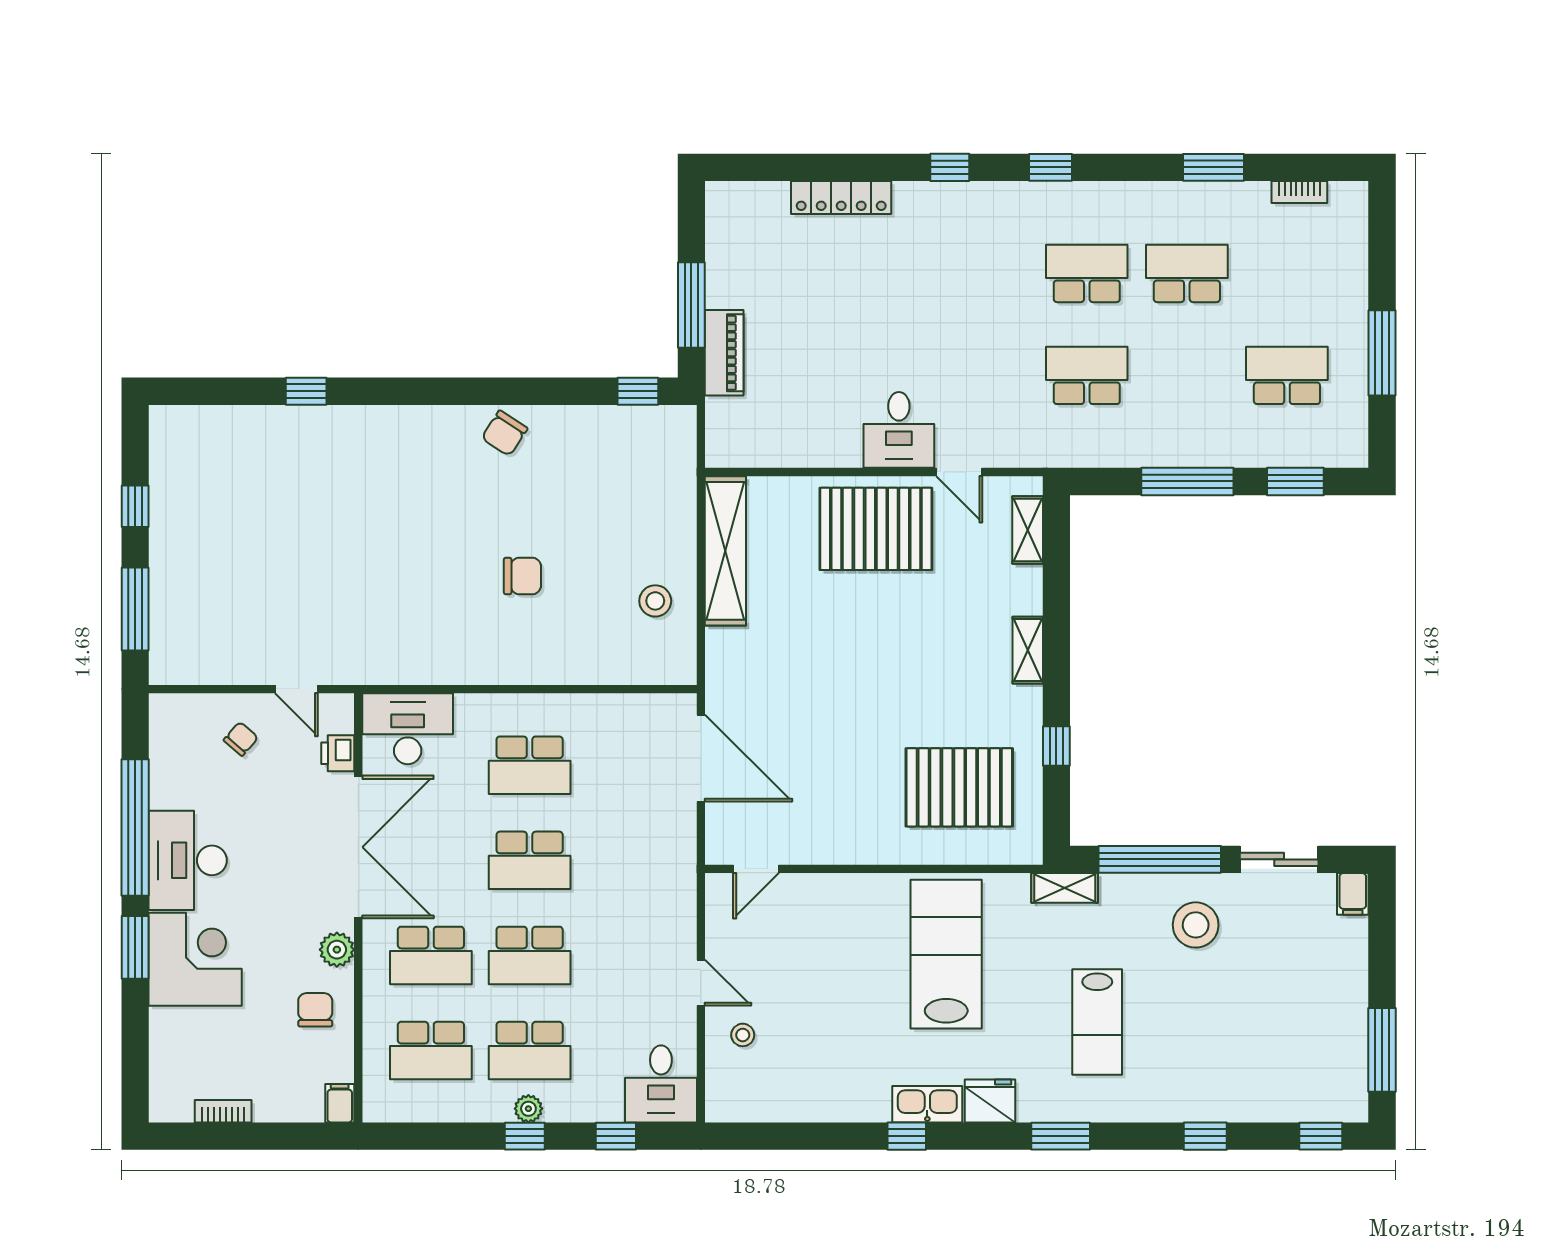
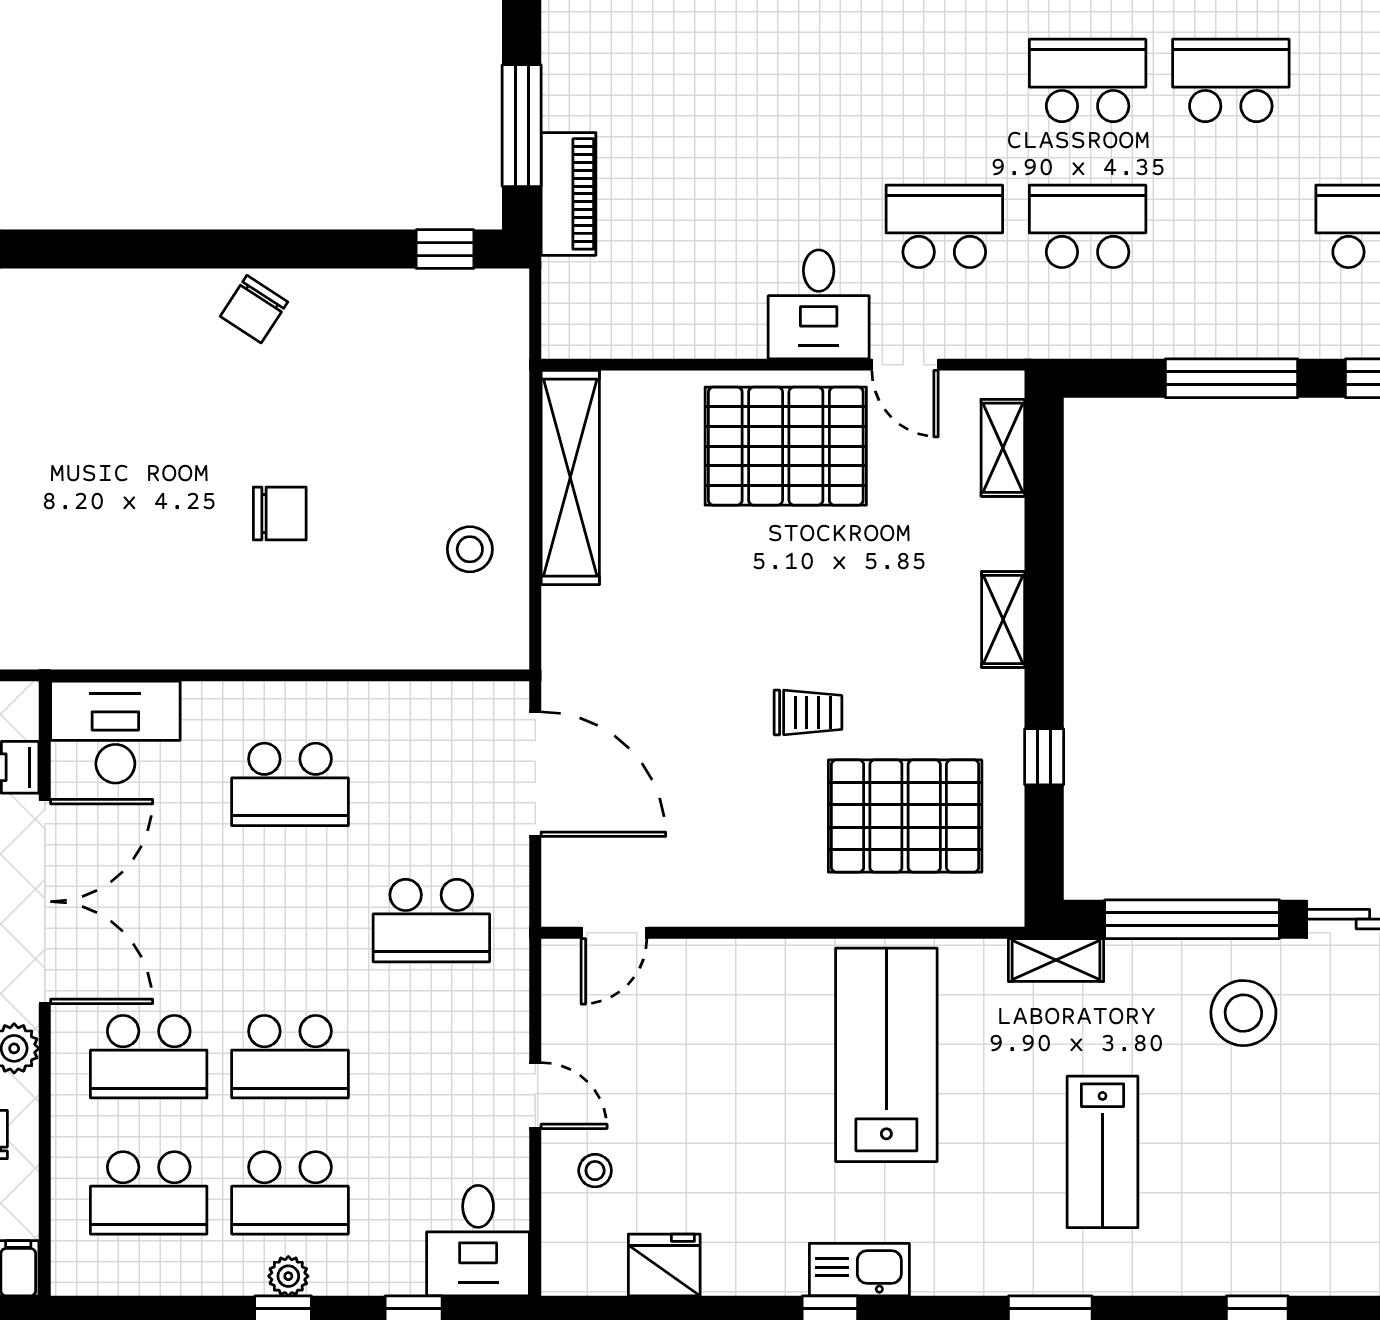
school desk: (987, 375) -> (944, 226), added
trolley: (891, 715) -> (808, 712), added
school desk: (530, 860) -> (431, 921), moved
fridge: (990, 1101) -> (664, 1265), moved

